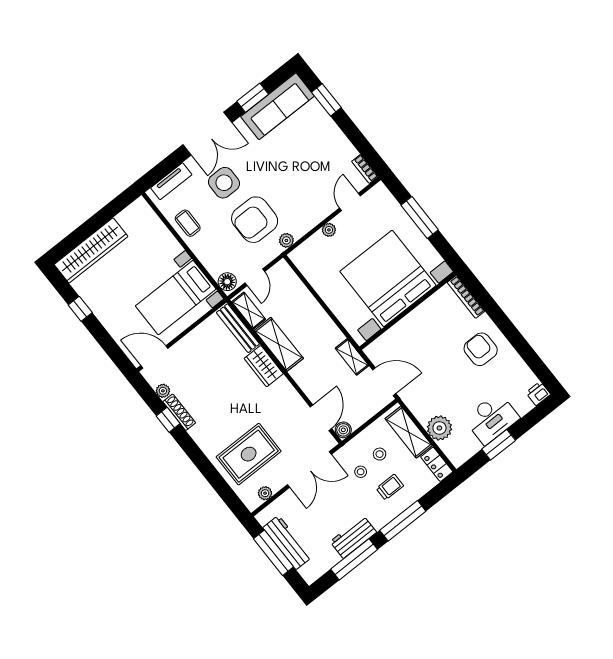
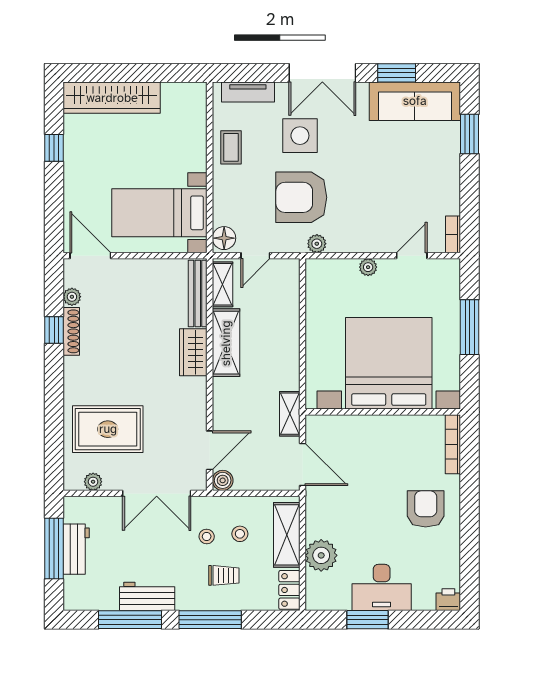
workbench: (287, 542) -> (76, 549), width x0.73

